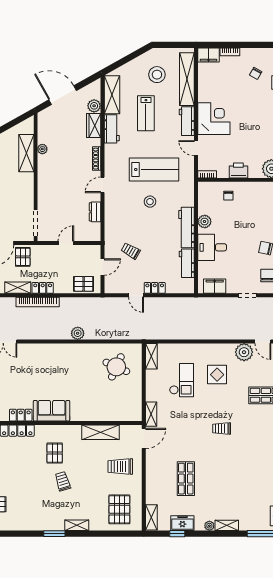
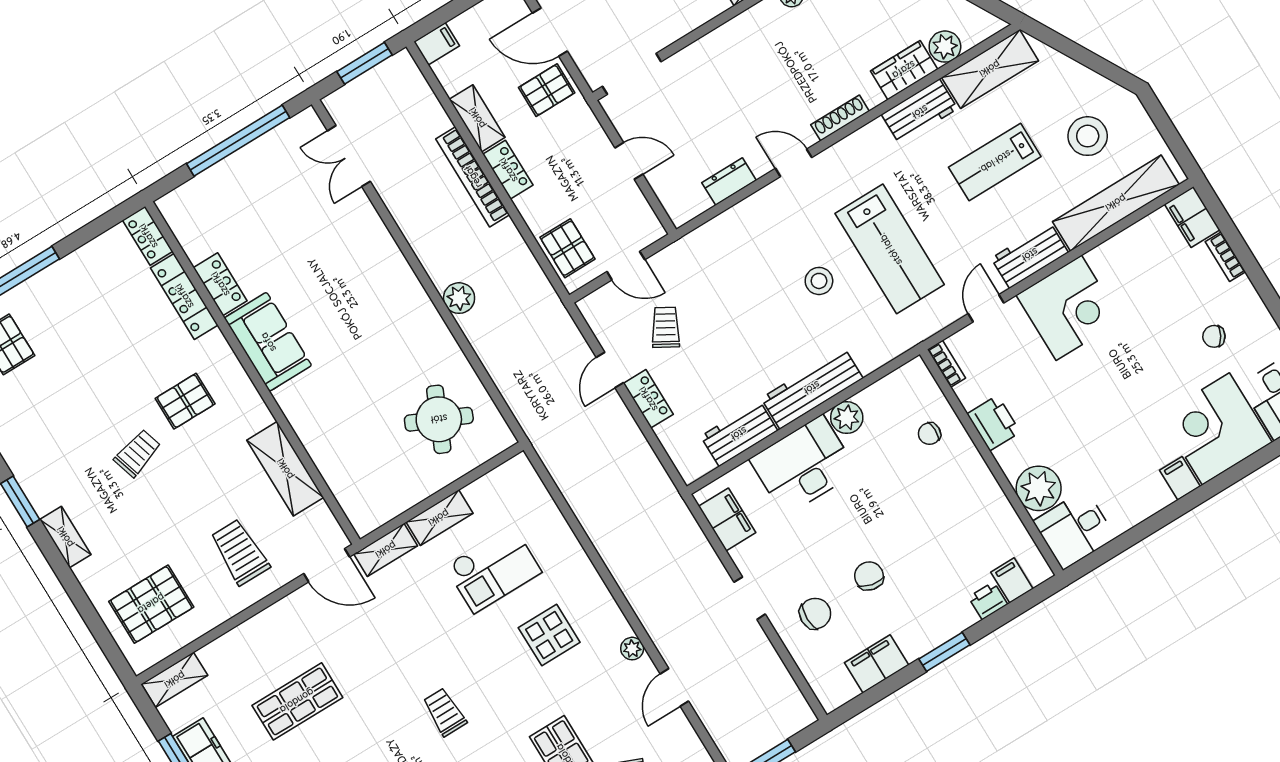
desk: (212, 247) -> (803, 465), width x1.37
trolley: (131, 251) -> (666, 327), moved
plant: (244, 352) -> (632, 649), width x0.53, depth x0.53
shelving: (151, 356) -> (439, 518), moved

